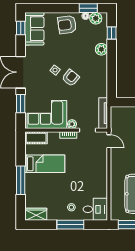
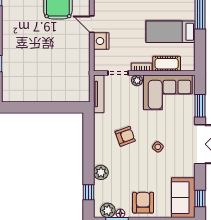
armchair: (67, 25) -> (143, 203), turned -82
armchair: (71, 78) -> (125, 136), moved, turned -149
cot: (36, 138) -> (167, 64), moved
door: (109, 141) -> (92, 24), moved
nightstand: (101, 156) -> (101, 41), added

